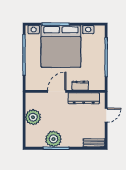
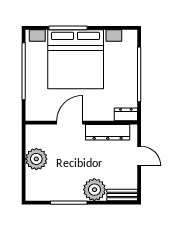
dresser: (80, 86) -> (126, 114), moved
door: (106, 115) -> (139, 156), hinge flipped
plant: (53, 139) -> (94, 190), moved

